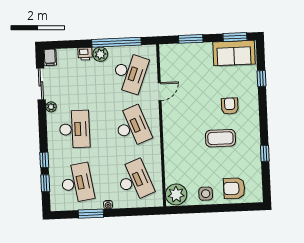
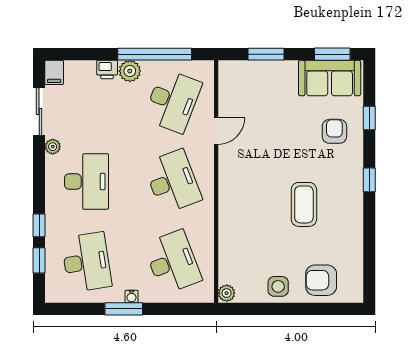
armchair: (230, 106) -> (334, 131), moved
coffee table: (220, 138) -> (304, 204), turned 90
window: (265, 153) -> (369, 180), moved
plant: (176, 194) -> (227, 293), width x0.53, depth x0.53
window: (91, 214) -> (124, 309), moved

